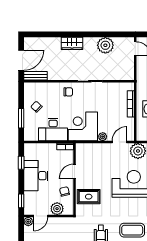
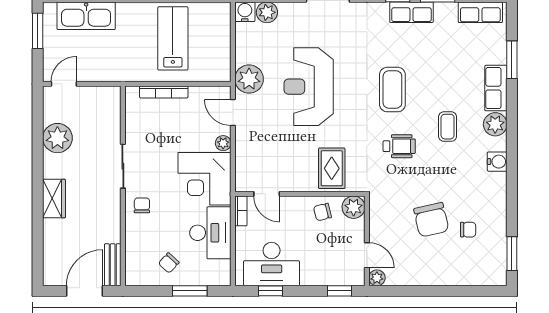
door: (21, 60) -> (85, 291), hinge flipped
door: (75, 171) -> (267, 194), moved
desk: (36, 176) -> (272, 264), moved
plant: (57, 209) -> (354, 207), moved

